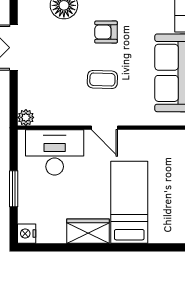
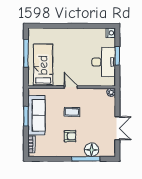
desk: (55, 152) -> (104, 62), moved, turned -90
bed: (129, 202) -> (43, 65), moved, turned 180
wardrobe: (88, 231) -> (79, 34), removed

